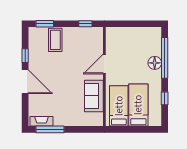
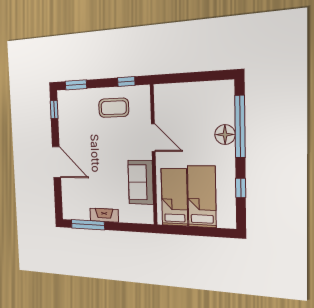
coffee table: (55, 40) -> (114, 108), moved, turned 90
window: (25, 56) -> (54, 110), moved
door: (104, 64) -> (153, 138), swing flipped
fireplace: (41, 121) -> (104, 215), moved

